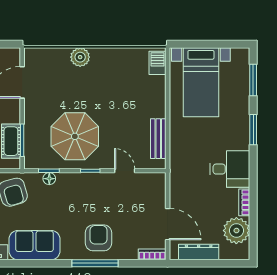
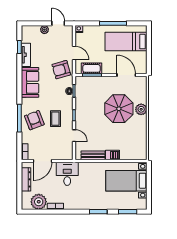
barbecue: (158, 63) -> (113, 155), moved
parasol: (75, 136) -> (119, 109), moved
desk: (230, 169) -> (67, 174), moved, turned 180
door: (125, 171) -> (74, 136), hinge flipped
coffee table: (96, 202) -> (55, 119), added
armchair: (98, 238) -> (34, 120), turned -111

